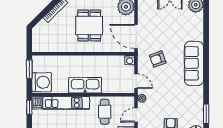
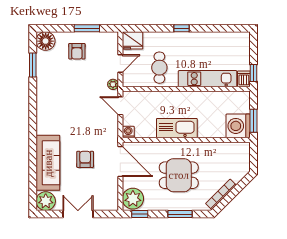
dining table: (89, 26) -> (179, 175), turned 90
armchair: (158, 59) -> (85, 159), moved, turned -70
sofa: (194, 63) -> (48, 163), moved
washing machine: (42, 82) -> (238, 126), moved
kitchen sink: (85, 85) -> (177, 128), moved, turned 180

